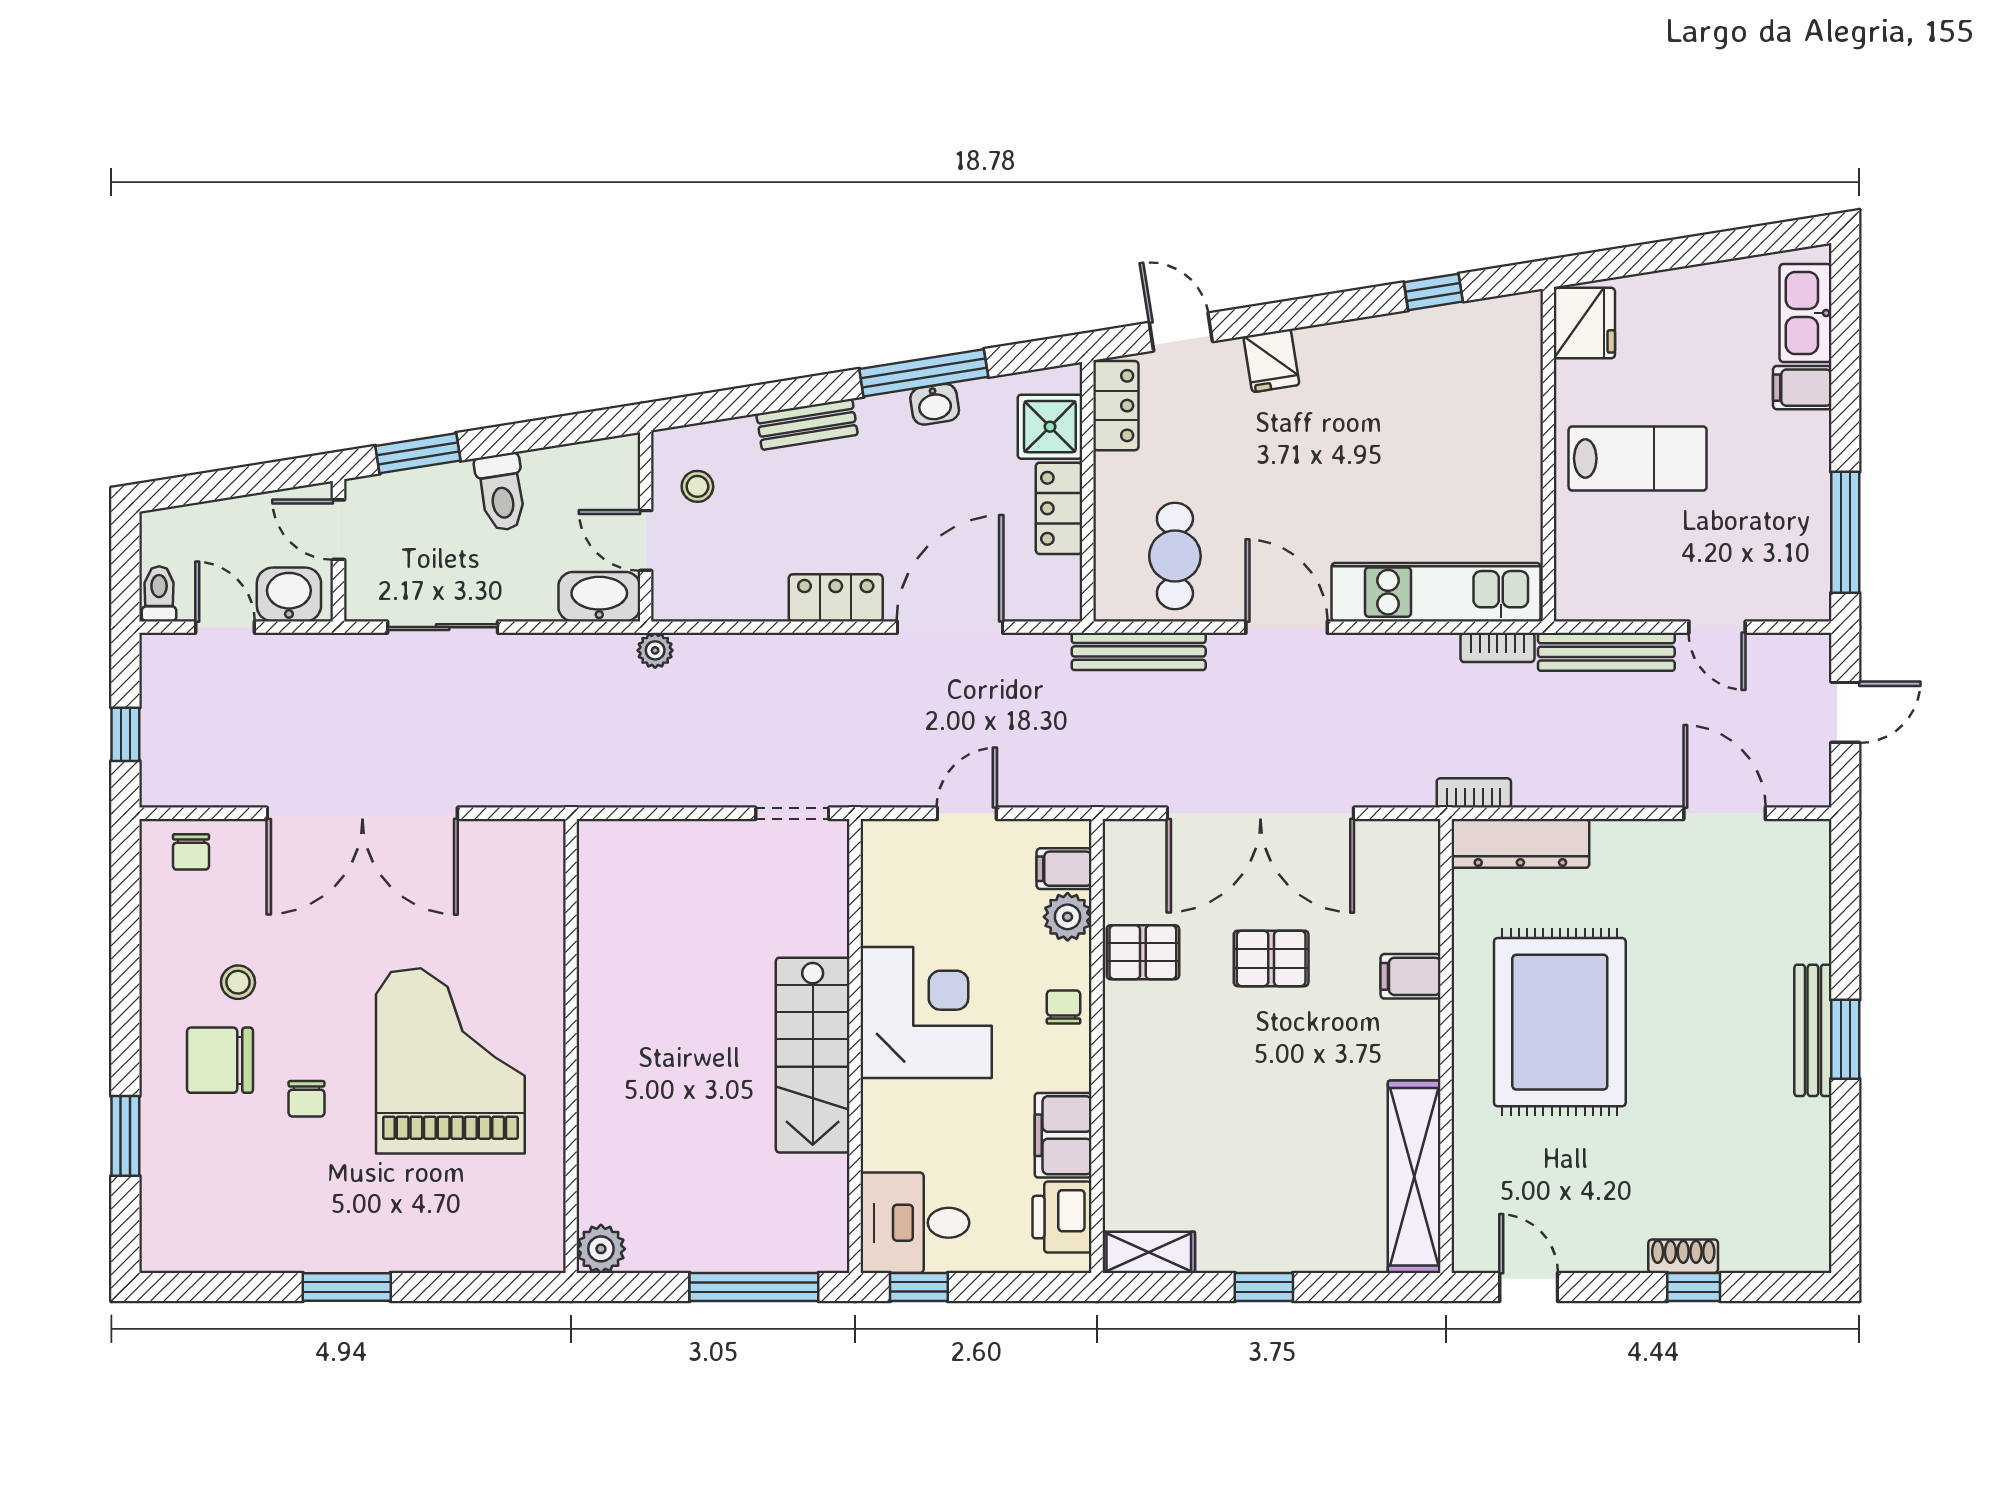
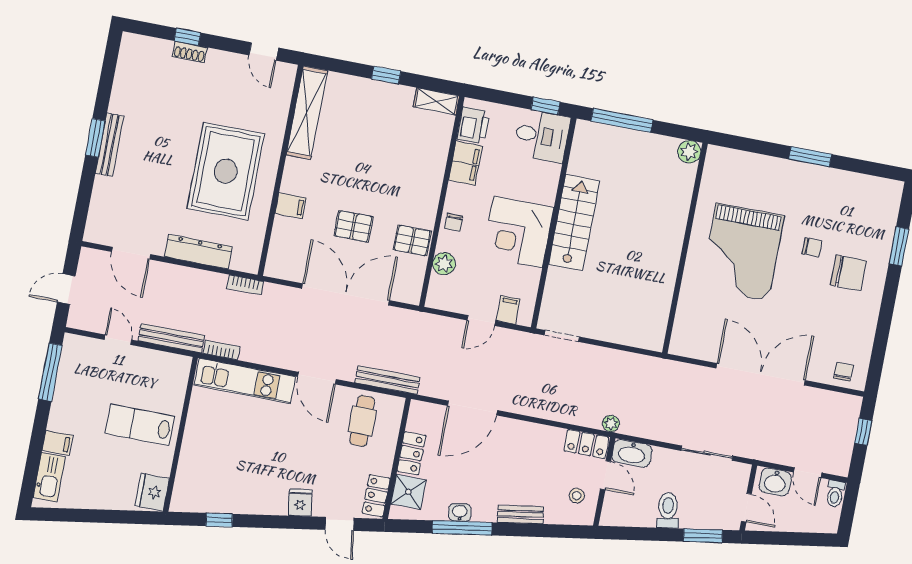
locker: (836, 598) -> (586, 444), moved
dresser: (1520, 843) -> (198, 252), moved
filing cabinet: (1064, 869) -> (508, 310), moved, turned -90
stool: (238, 982) -> (833, 307), removed
chair: (306, 1099) -> (812, 247), turned 90

